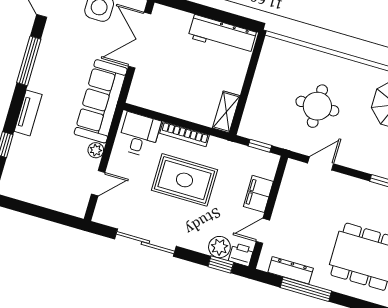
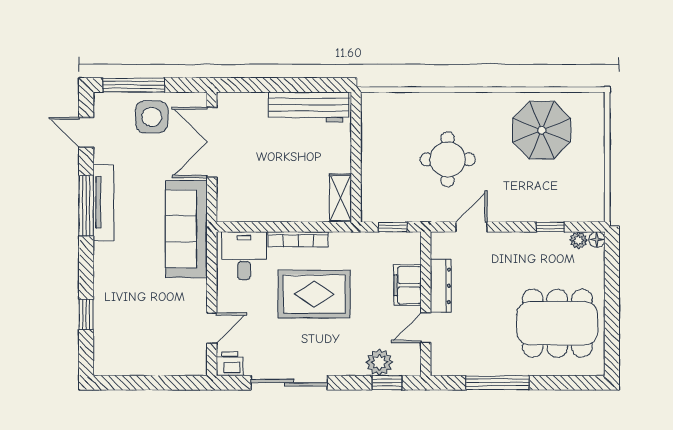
tv unit: (28, 113) -> (103, 202), moved, width x1.41
plant: (96, 150) -> (198, 289), removed
printer: (241, 255) -> (230, 364), moved
dresser: (291, 270) -> (441, 286), moved, turned 90

